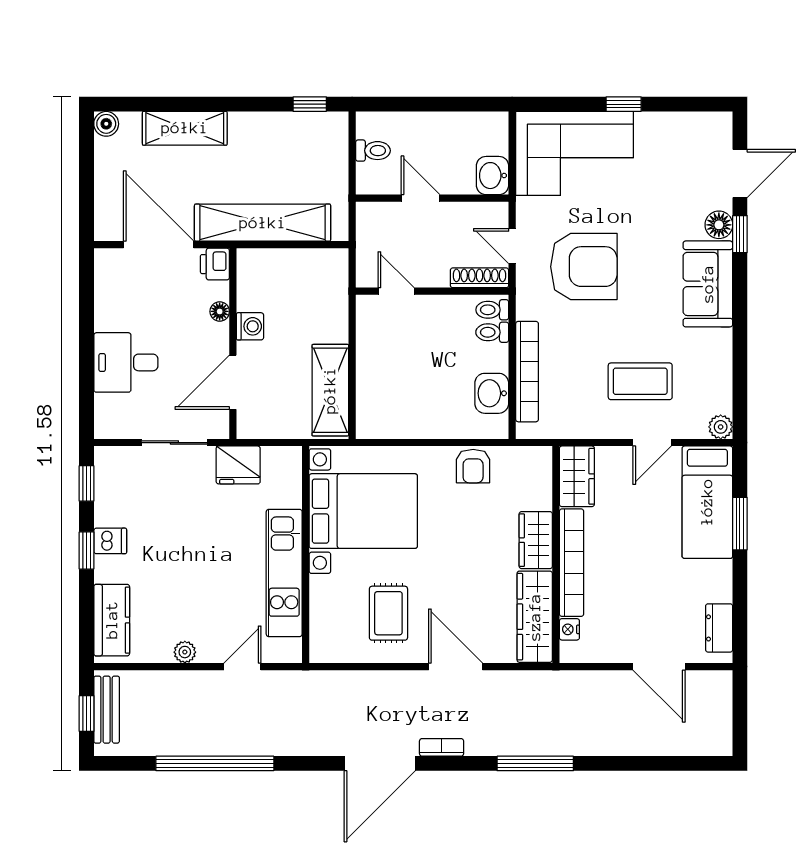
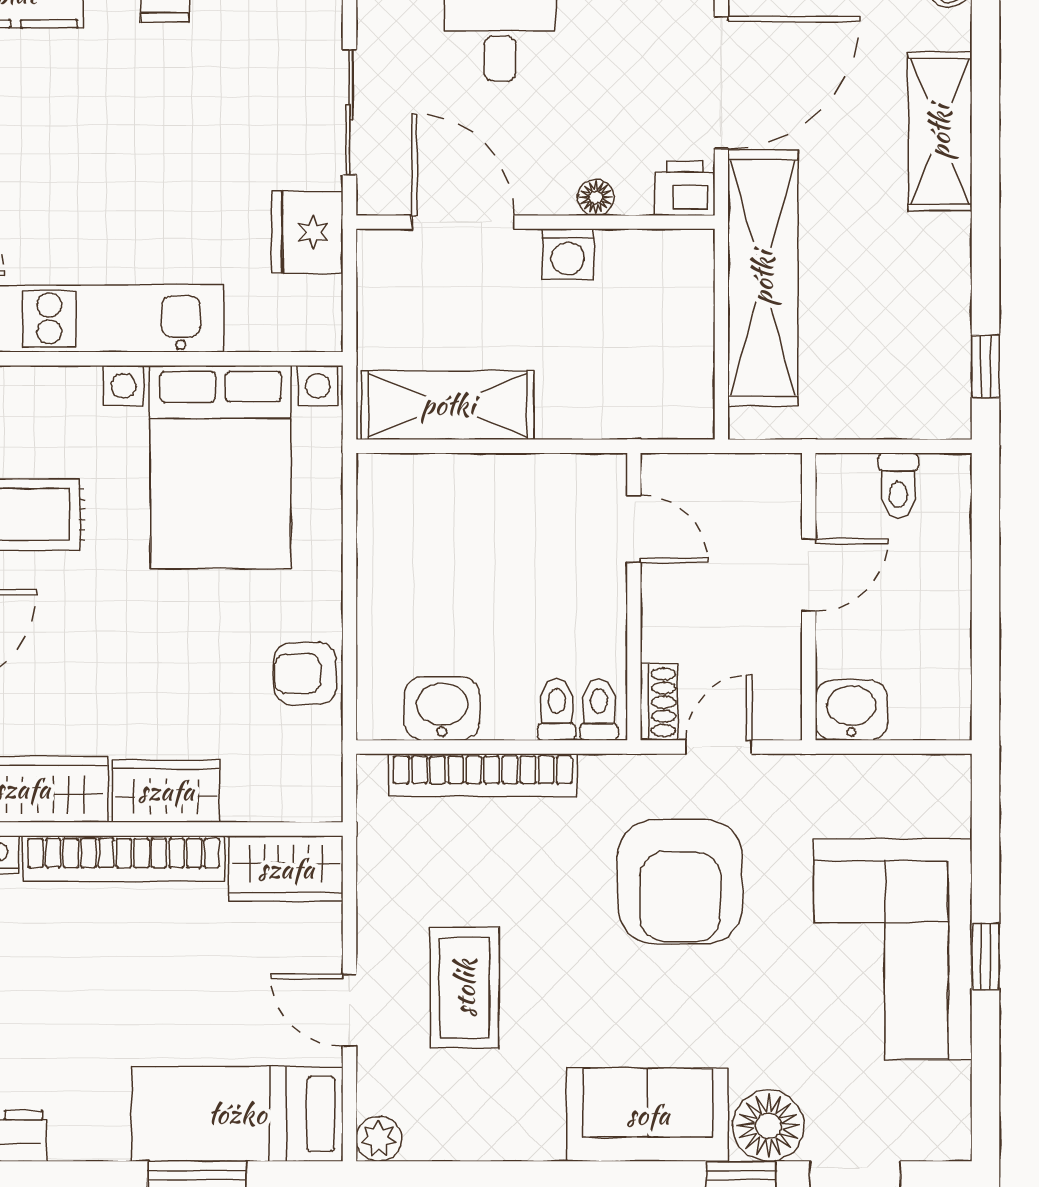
corner sofa: (575, 153) -> (893, 949), moved
floor lamp: (719, 225) -> (768, 1126), width x1.38, depth x1.38
shoe rack: (479, 278) -> (659, 702), width x0.70
door: (396, 291) -> (634, 529), hinge flipped

